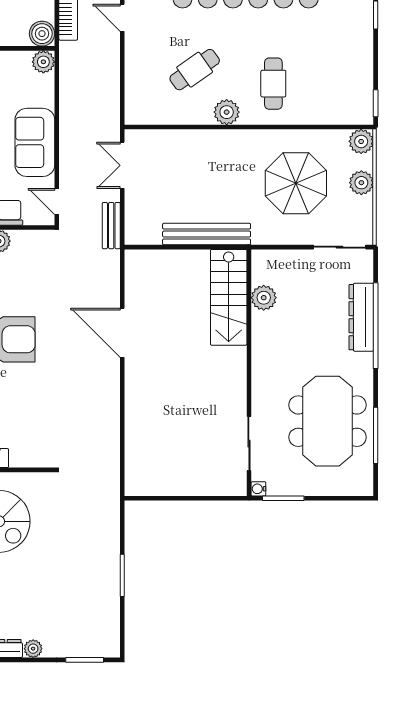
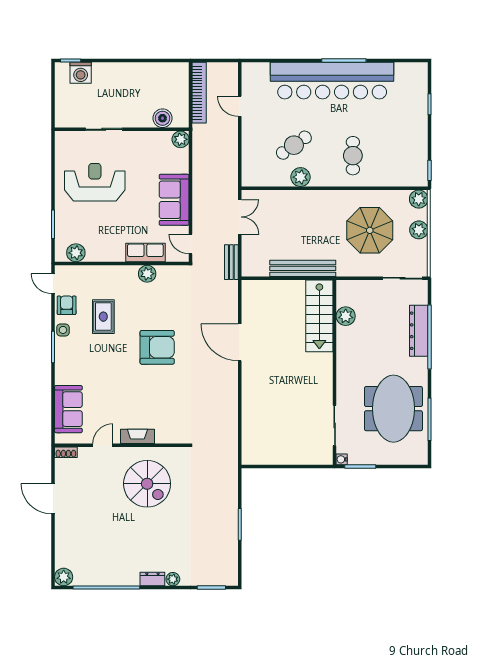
boiler: (42, 34) -> (162, 118), moved
plant: (227, 112) -> (300, 177), moved
double door: (122, 165) -> (240, 217), swing flipped

